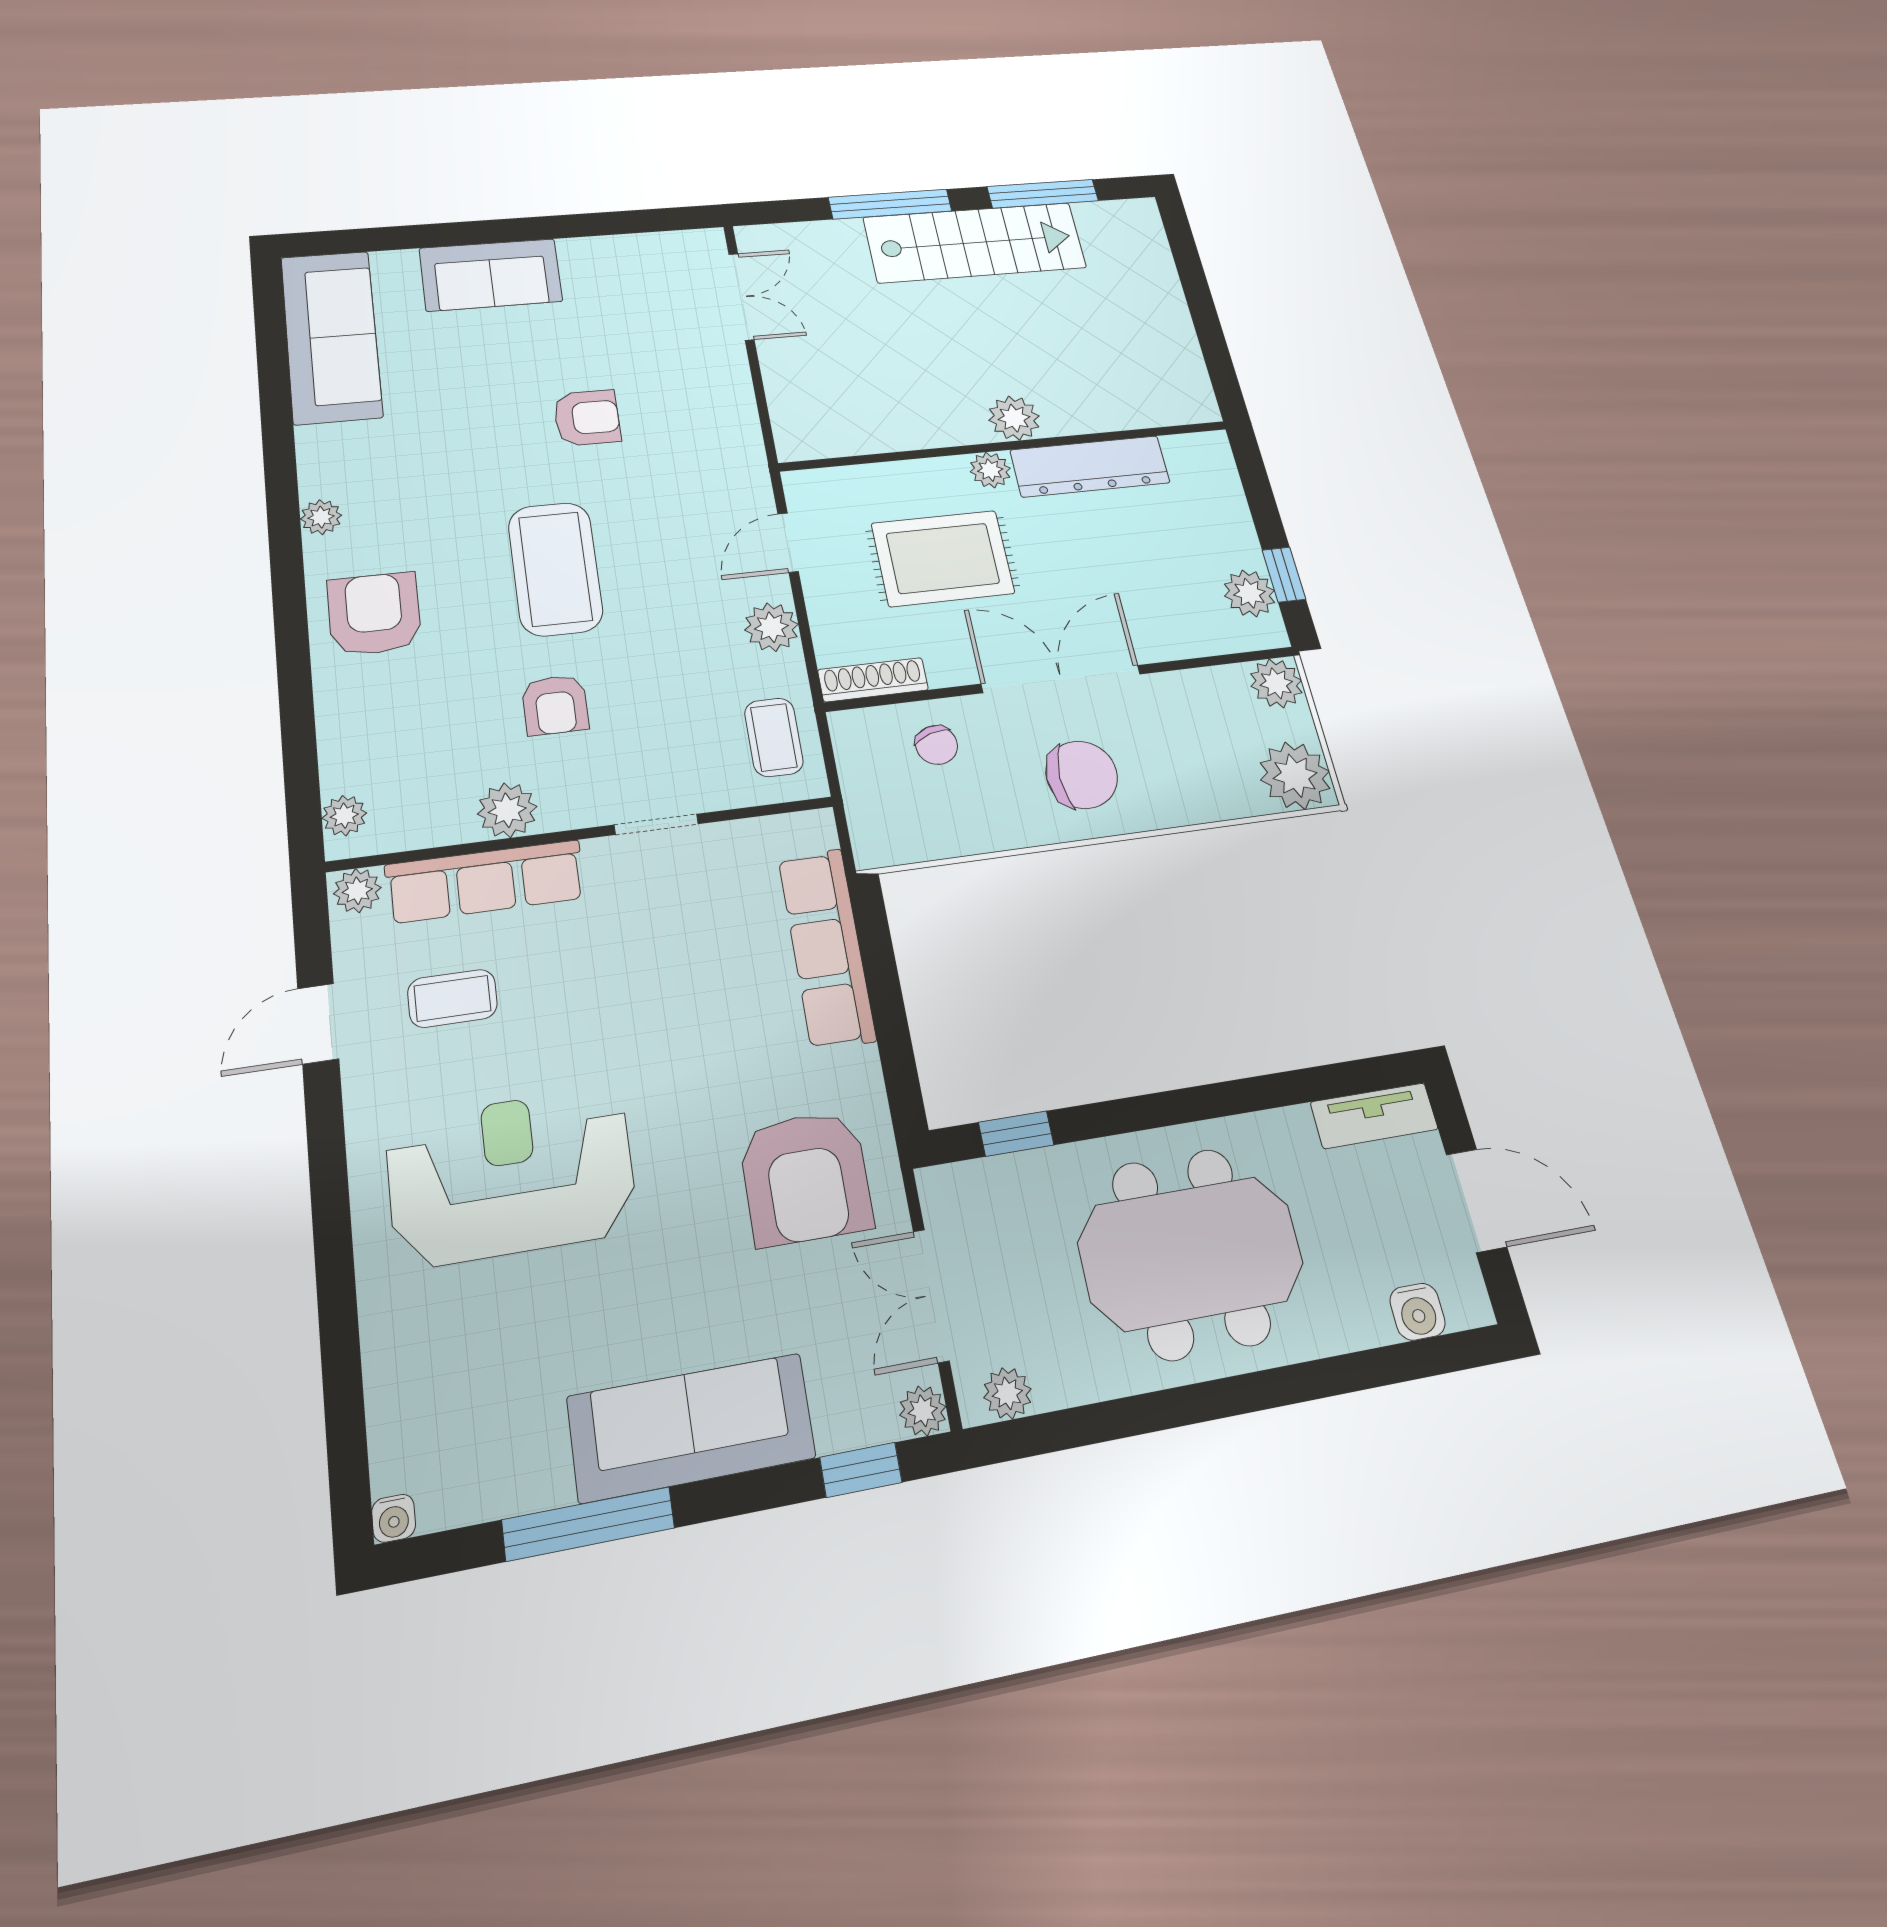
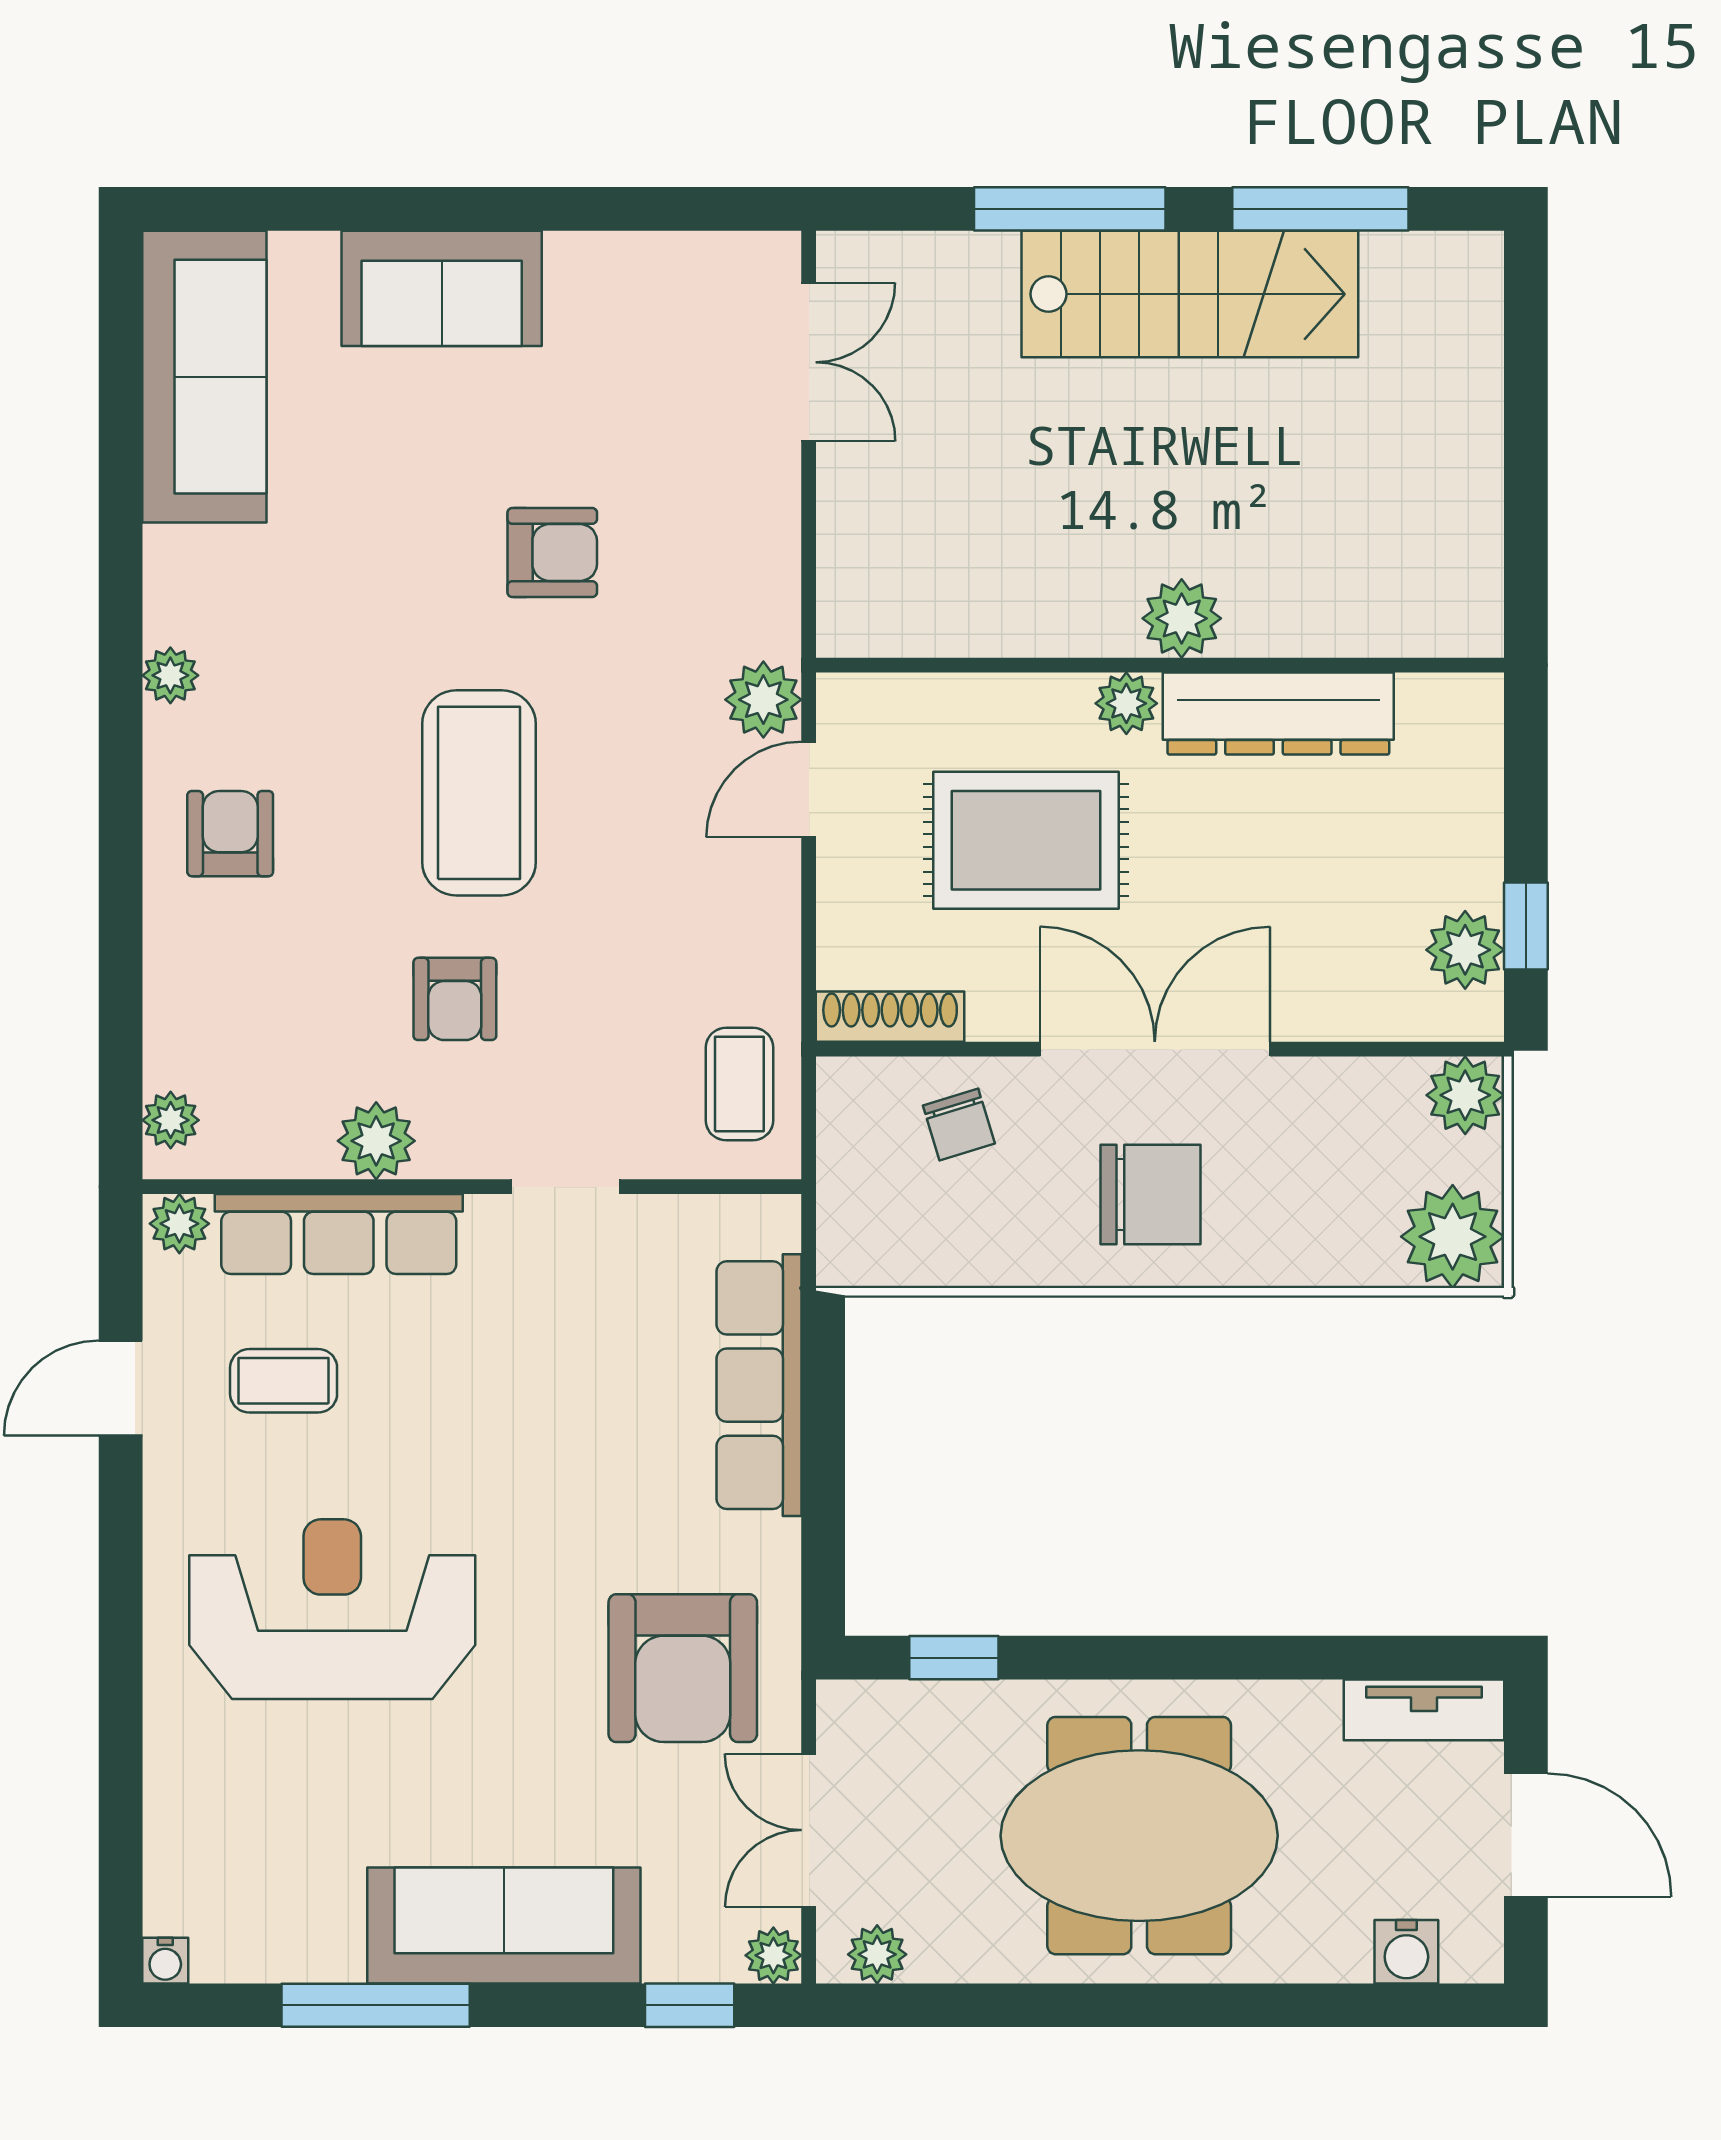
armchair: (374, 614) -> (230, 834), width x0.72, depth x0.72
plant: (771, 627) -> (763, 700), moved

